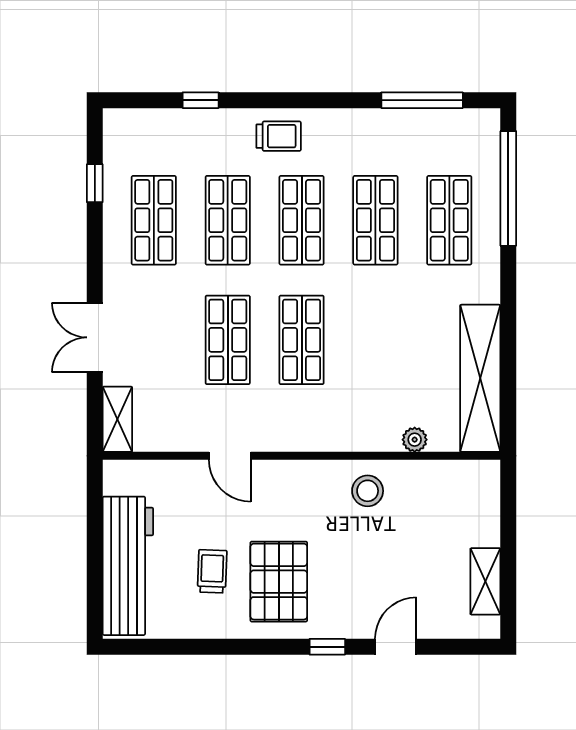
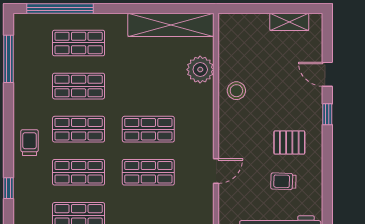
plant: (415, 440) -> (200, 70), width x1.88, depth x1.88
pallet: (279, 582) -> (289, 142), width x0.67, depth x0.71

